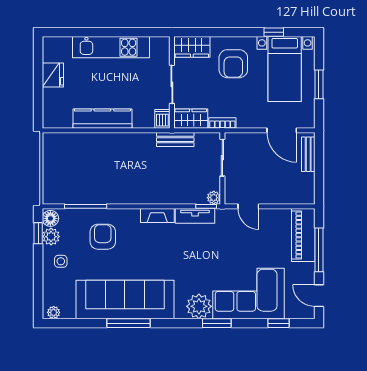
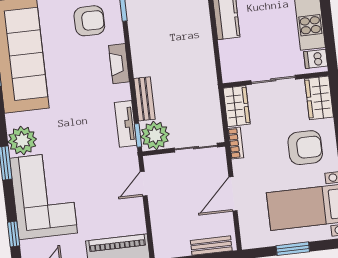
armchair: (233, 64) -> (305, 148), turned 180
dishwasher: (162, 119) -> (316, 59), moved, turned 180
door: (282, 130) -> (233, 194), moved
bench: (175, 140) -> (144, 99), moved
plant: (214, 198) -> (155, 135), width x1.88, depth x1.88
fireplace: (157, 215) -> (119, 64), moved

